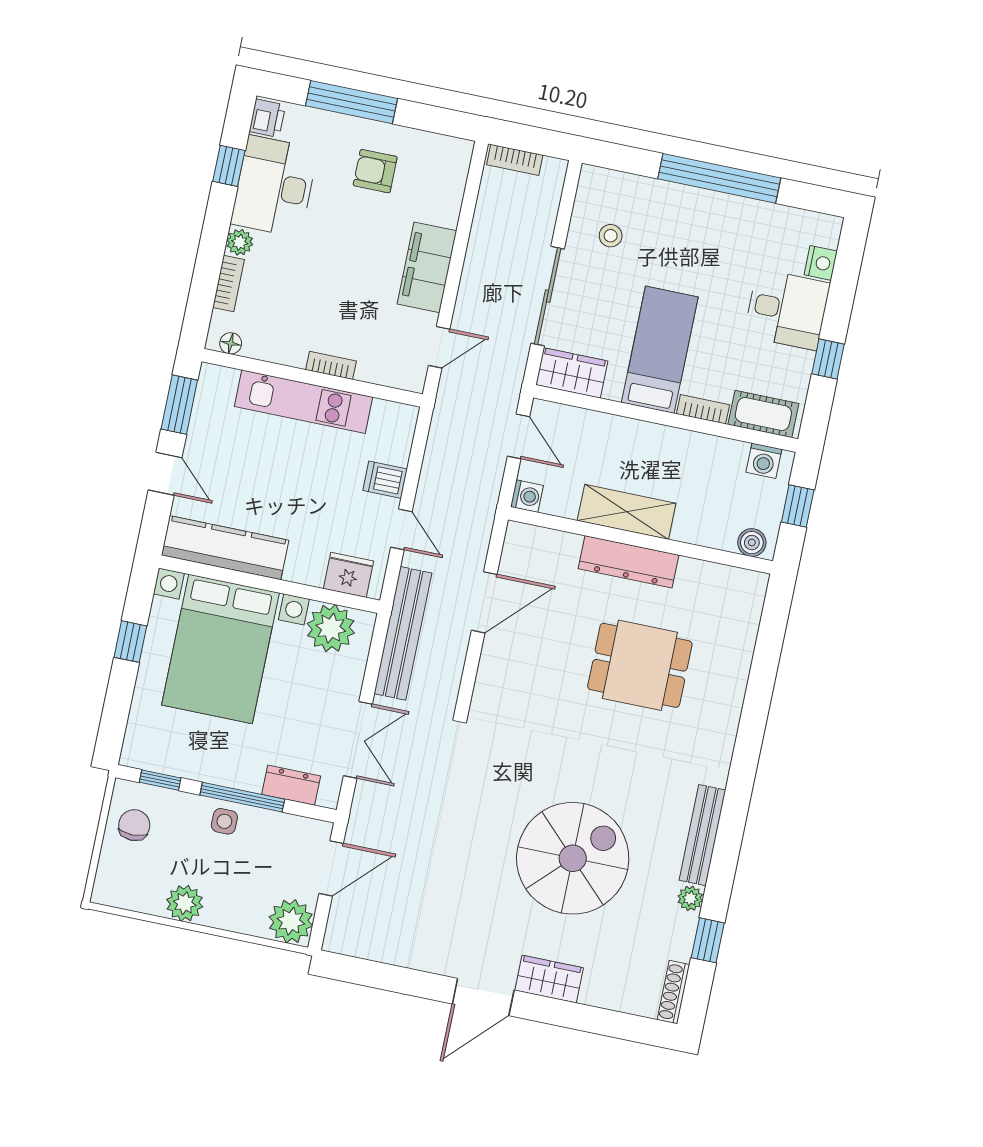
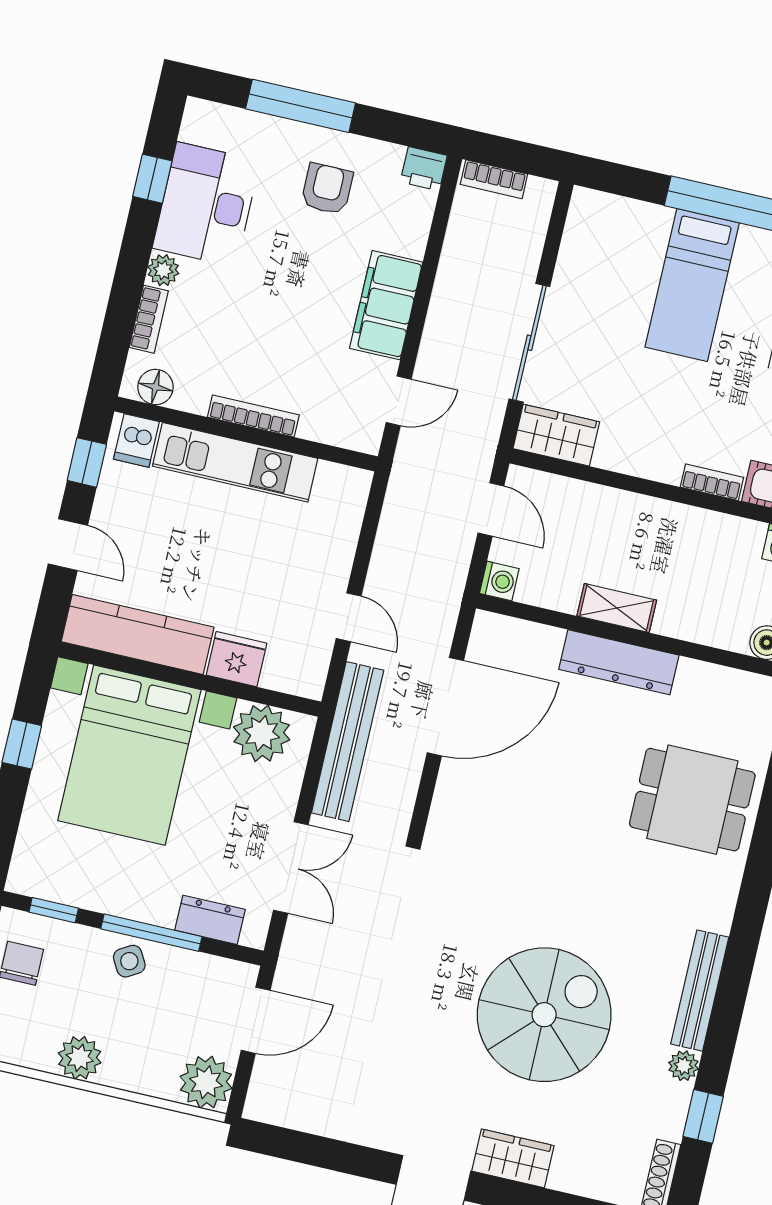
printer: (267, 118) -> (424, 169), moved, turned 90
armchair: (375, 171) -> (327, 189), turned 90
stool: (611, 236) -> (606, 272), removed
floor lamp: (231, 343) -> (155, 387), width x1.37, depth x1.37
bed: (660, 350) -> (692, 285), moved, turned 180
bookcase: (331, 365) -> (253, 416), width x1.56
window: (179, 405) -> (87, 462), width x0.67
dishwasher: (385, 480) -> (136, 440), moved, turned -90
shelving: (627, 512) -> (617, 608), width x0.67, depth x0.75
fridge: (348, 575) -> (237, 659), moved
door: (484, 602) -> (445, 707), width x1.36
dining table: (640, 665) -> (692, 800), moved
side table: (224, 821) -> (129, 961), turned -30

